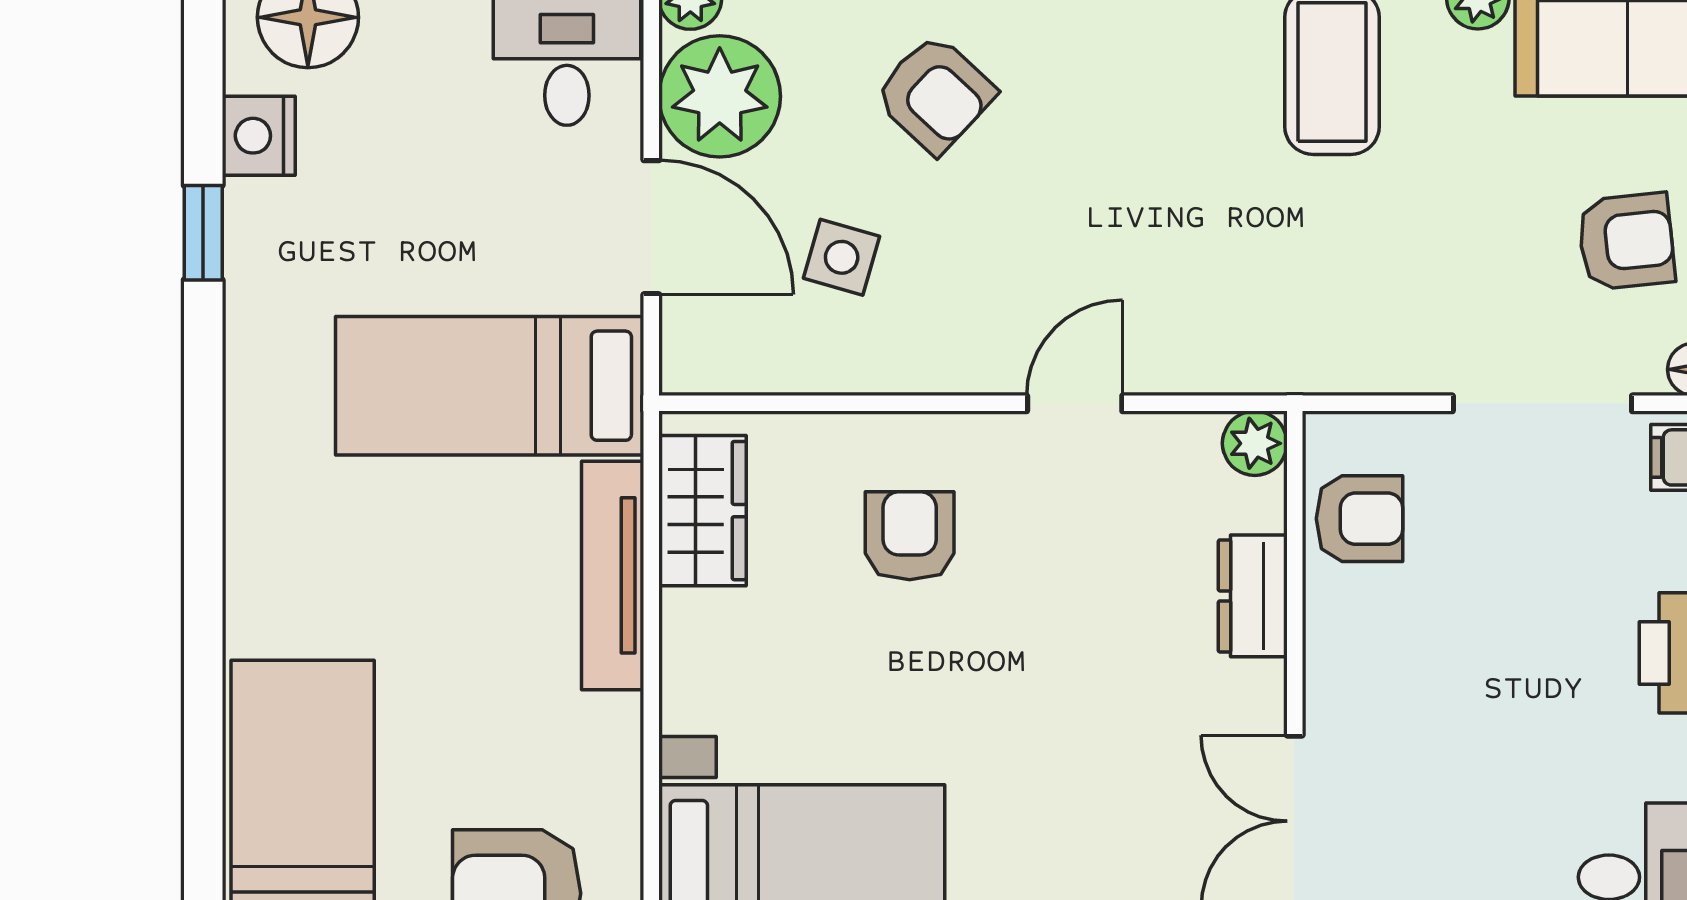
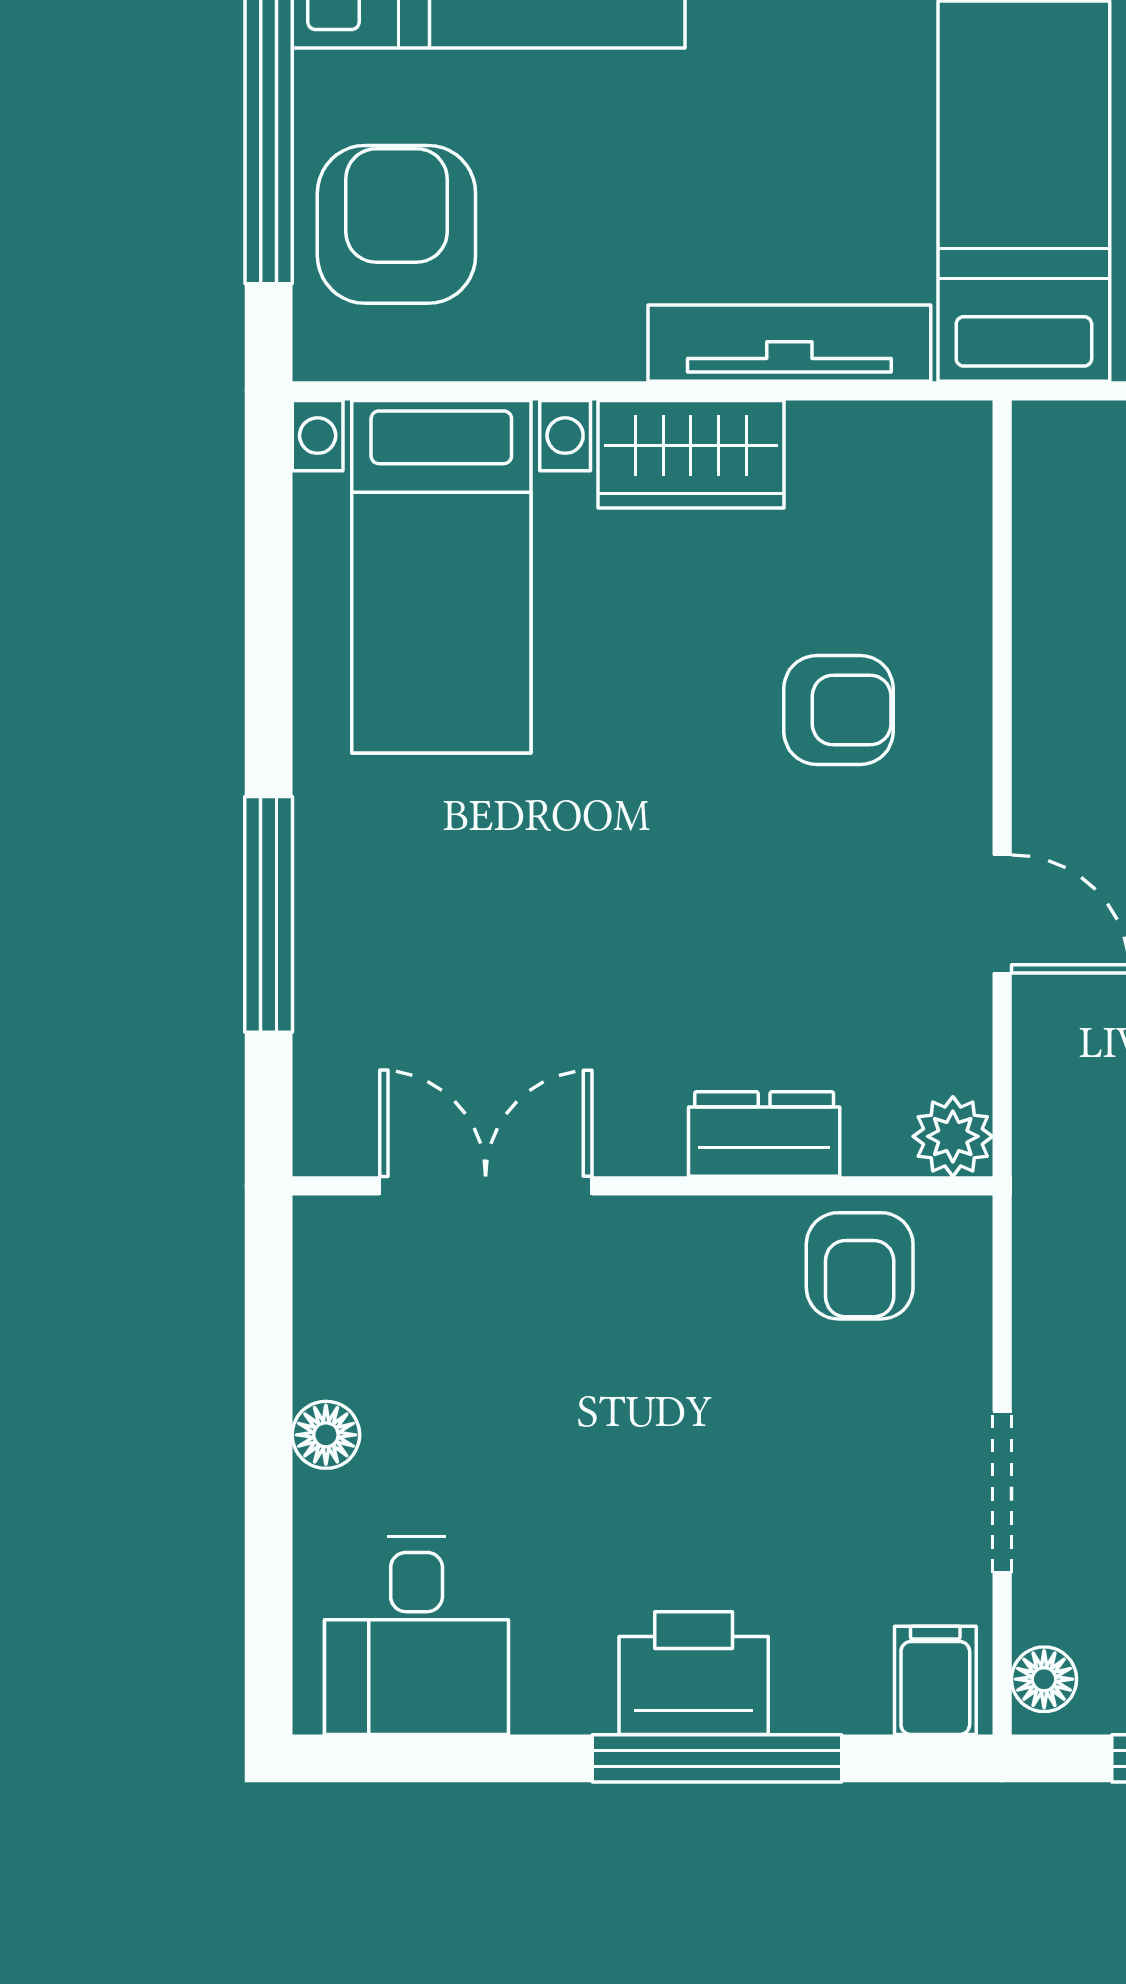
doorway: (1542, 403) -> (1002, 1492), width x0.73
wardrobe: (703, 511) -> (691, 454), moved

